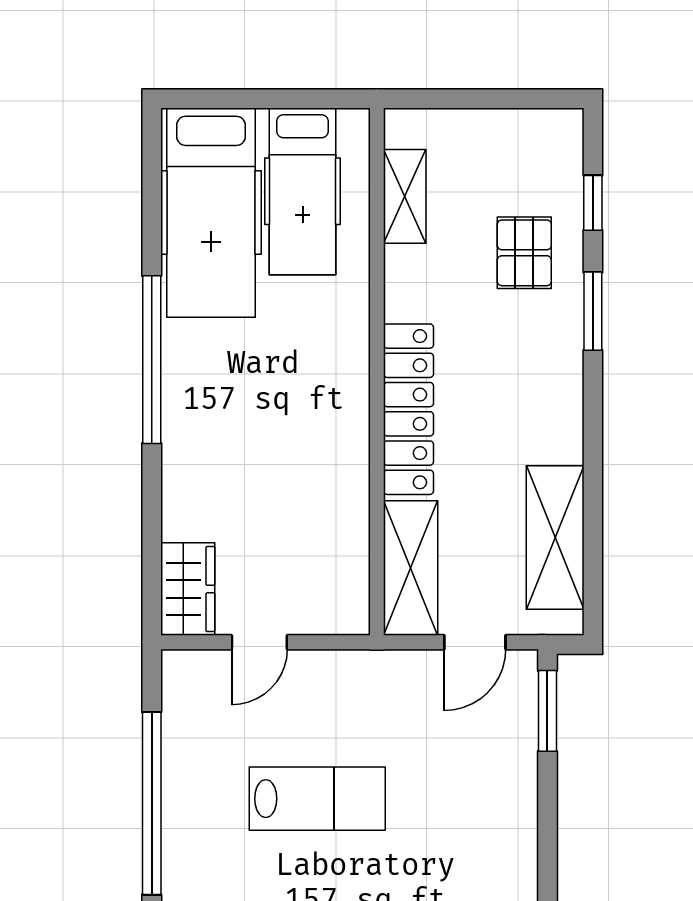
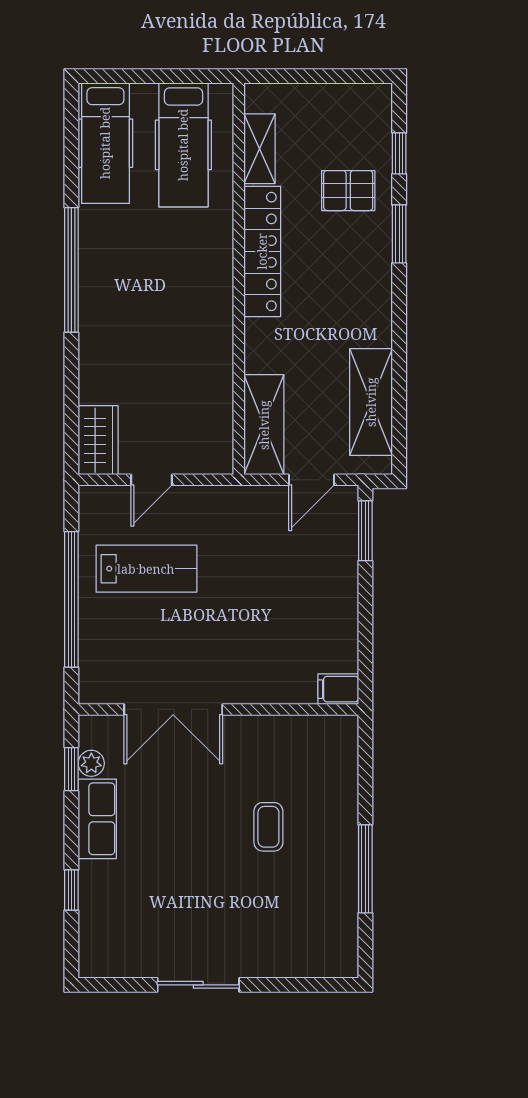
hospital bed: (211, 213) -> (105, 143), width x0.73, depth x0.78
pallet: (524, 253) -> (348, 191), turned 90
locker: (408, 409) -> (262, 251), moved
lab bench: (317, 799) -> (146, 569), moved

